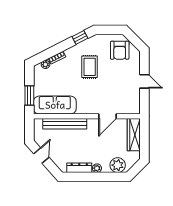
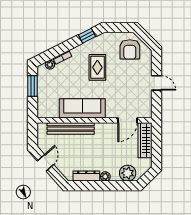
window: (29, 96) -> (33, 86), moved
sofa: (55, 105) -> (82, 108), moved
door: (107, 116) -> (127, 120), moved

